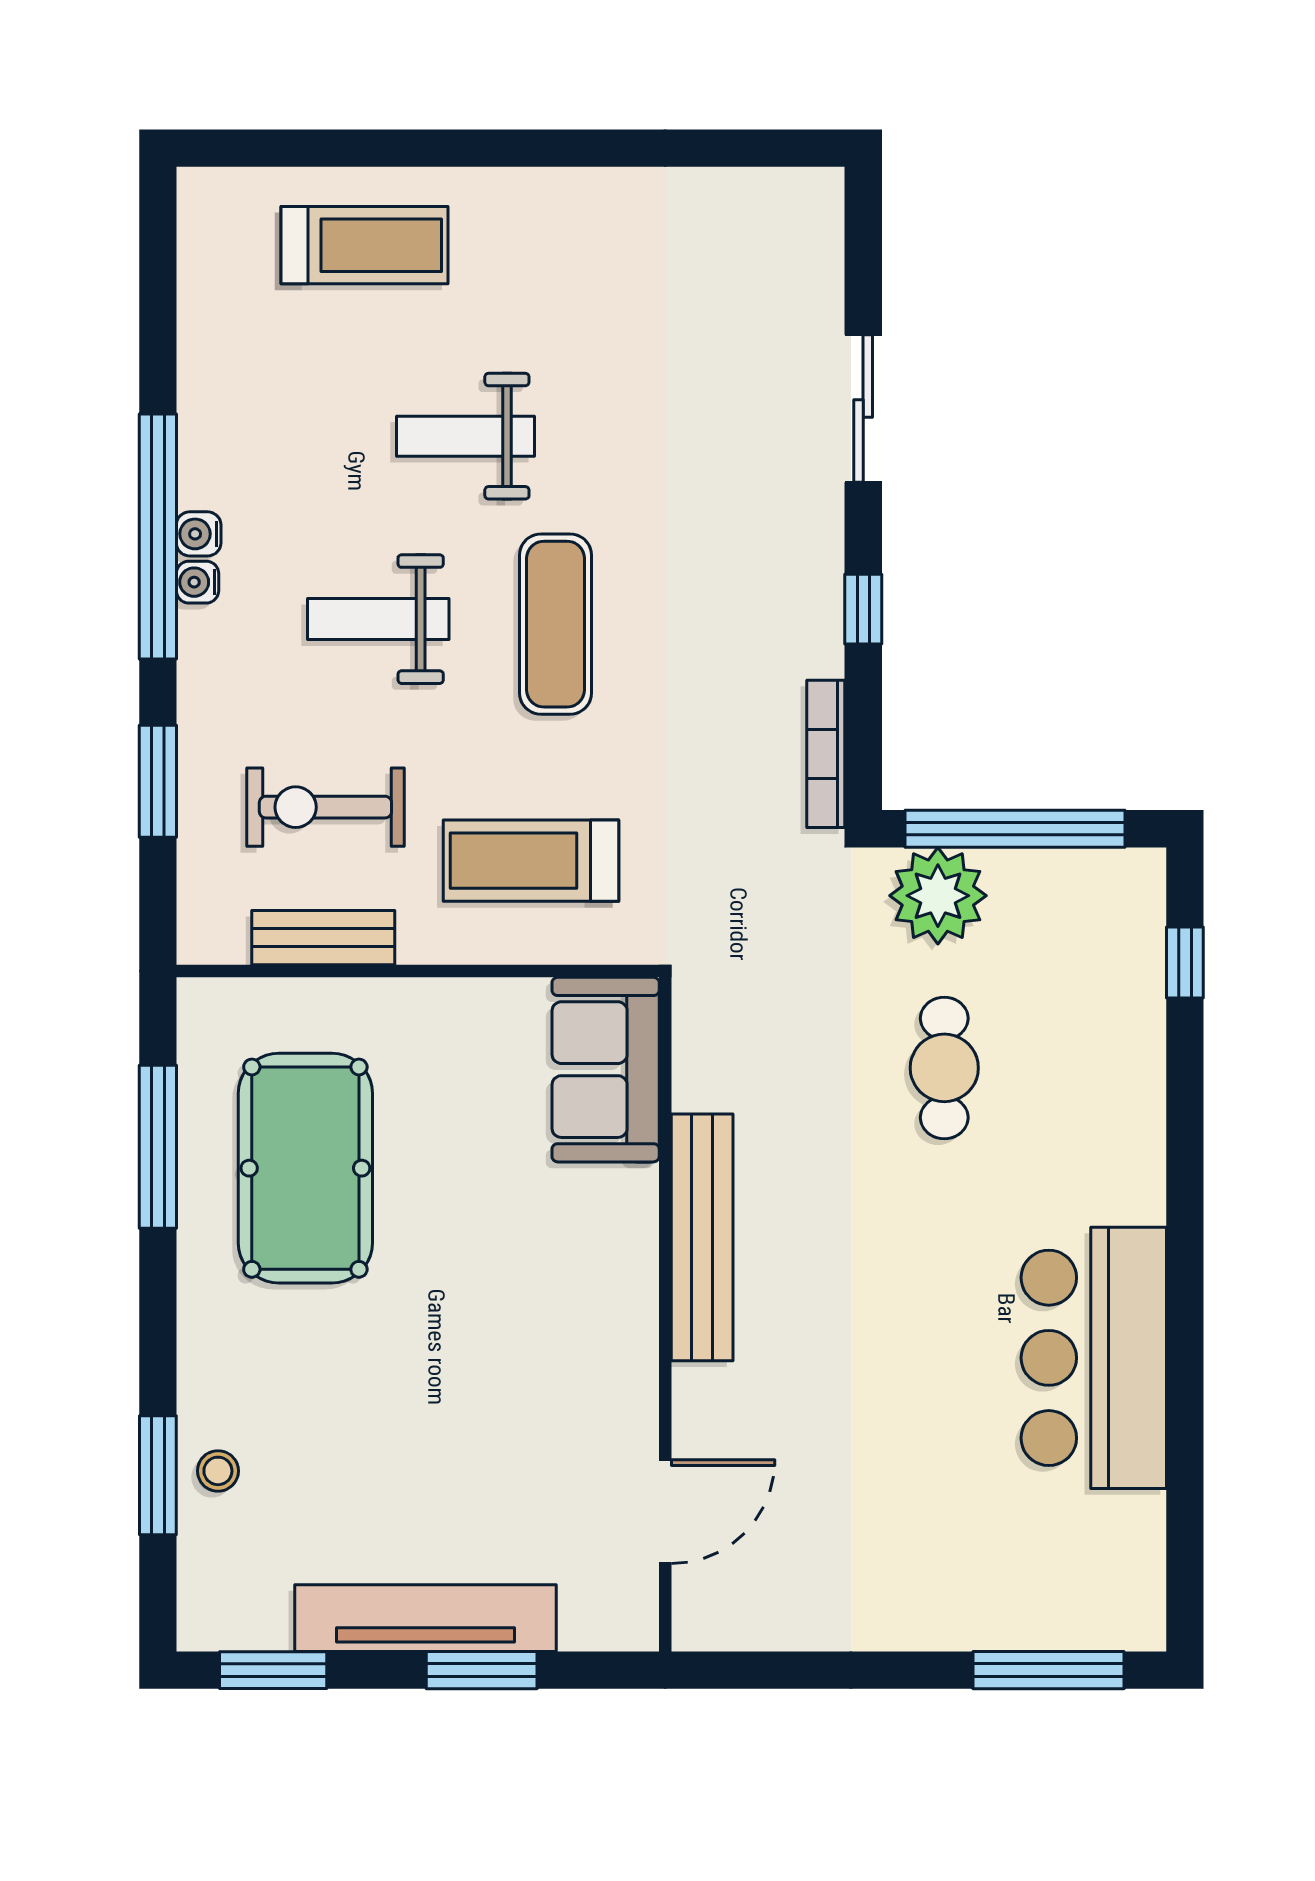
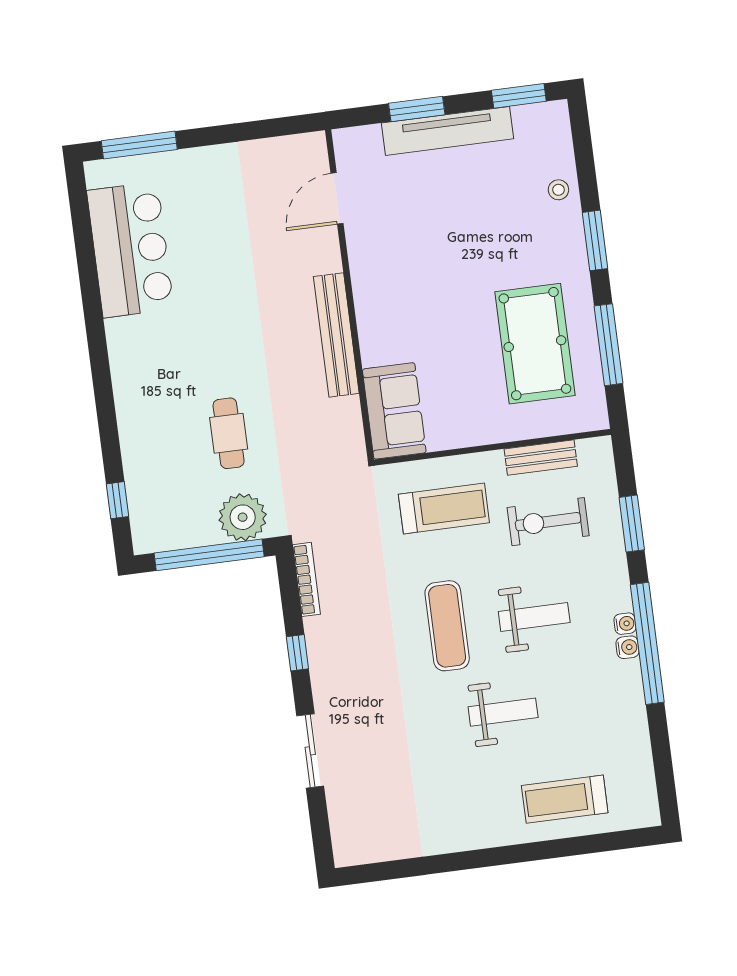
exercise bike: (325, 807) -> (548, 522), turned 180
bar counter: (1094, 1358) -> (130, 250), moved
window: (158, 1475) -> (595, 240), moved

